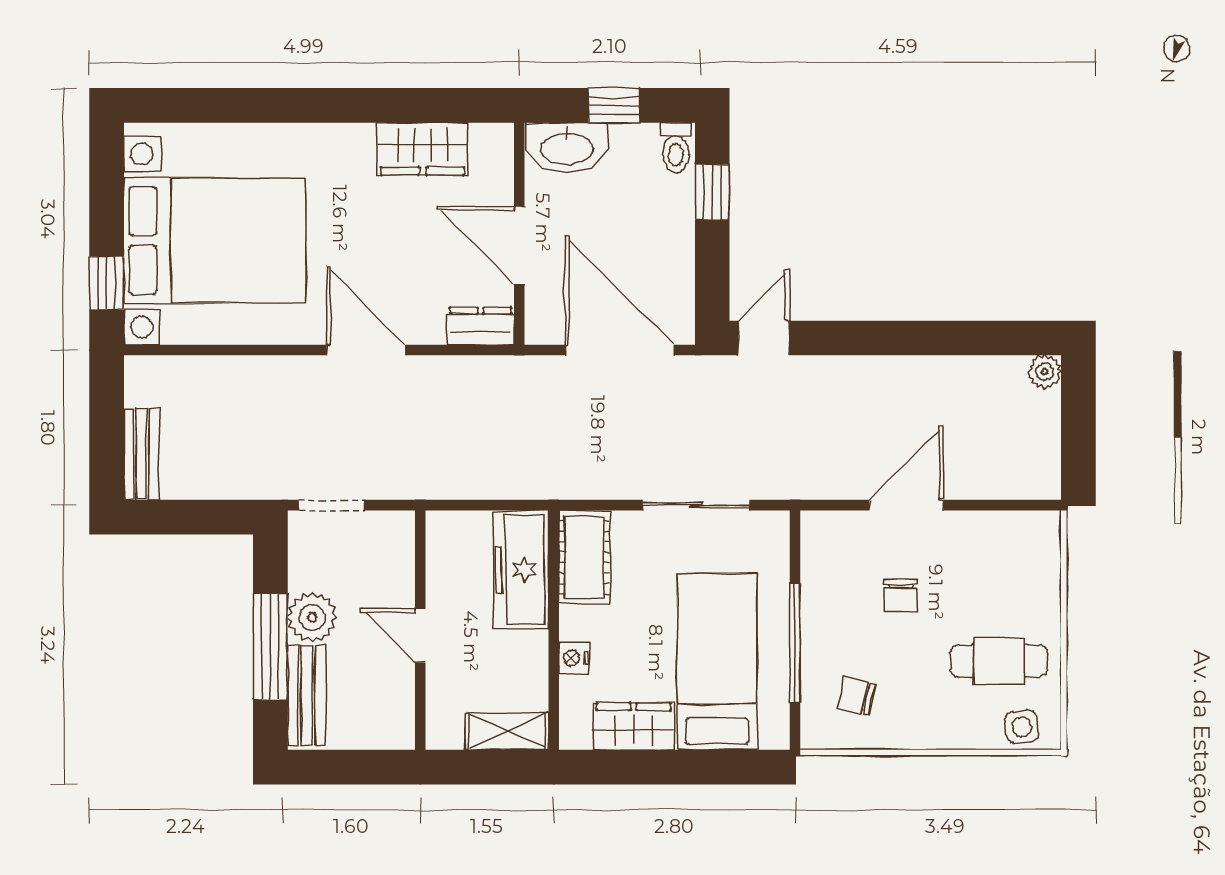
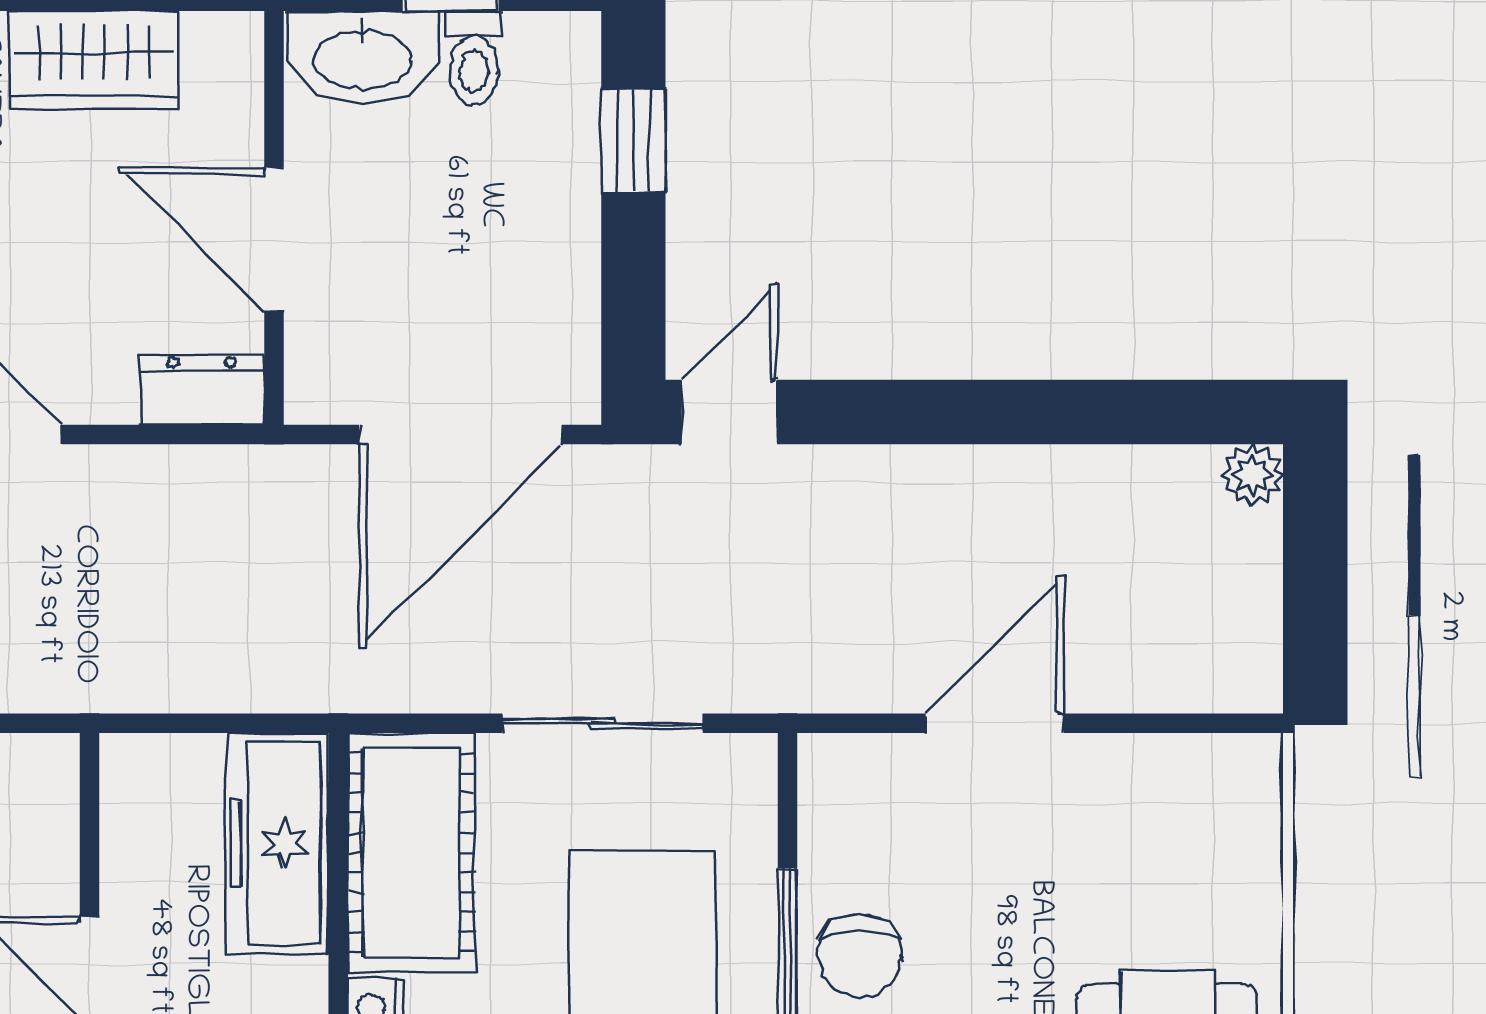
toilet: (676, 148) -> (474, 58), moved
door: (620, 350) -> (461, 435), swing flipped
cot: (584, 557) -> (411, 852), width x1.37, depth x1.34
chair: (901, 596) -> (860, 956), moved, width x1.37, depth x1.37

